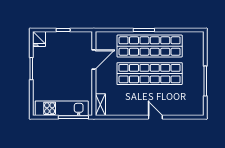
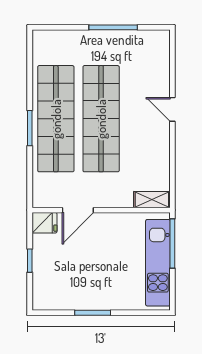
fridge: (39, 39) -> (44, 223), moved
door: (94, 59) -> (78, 210), swing flipped
door: (155, 117) -> (172, 109), hinge flipped

